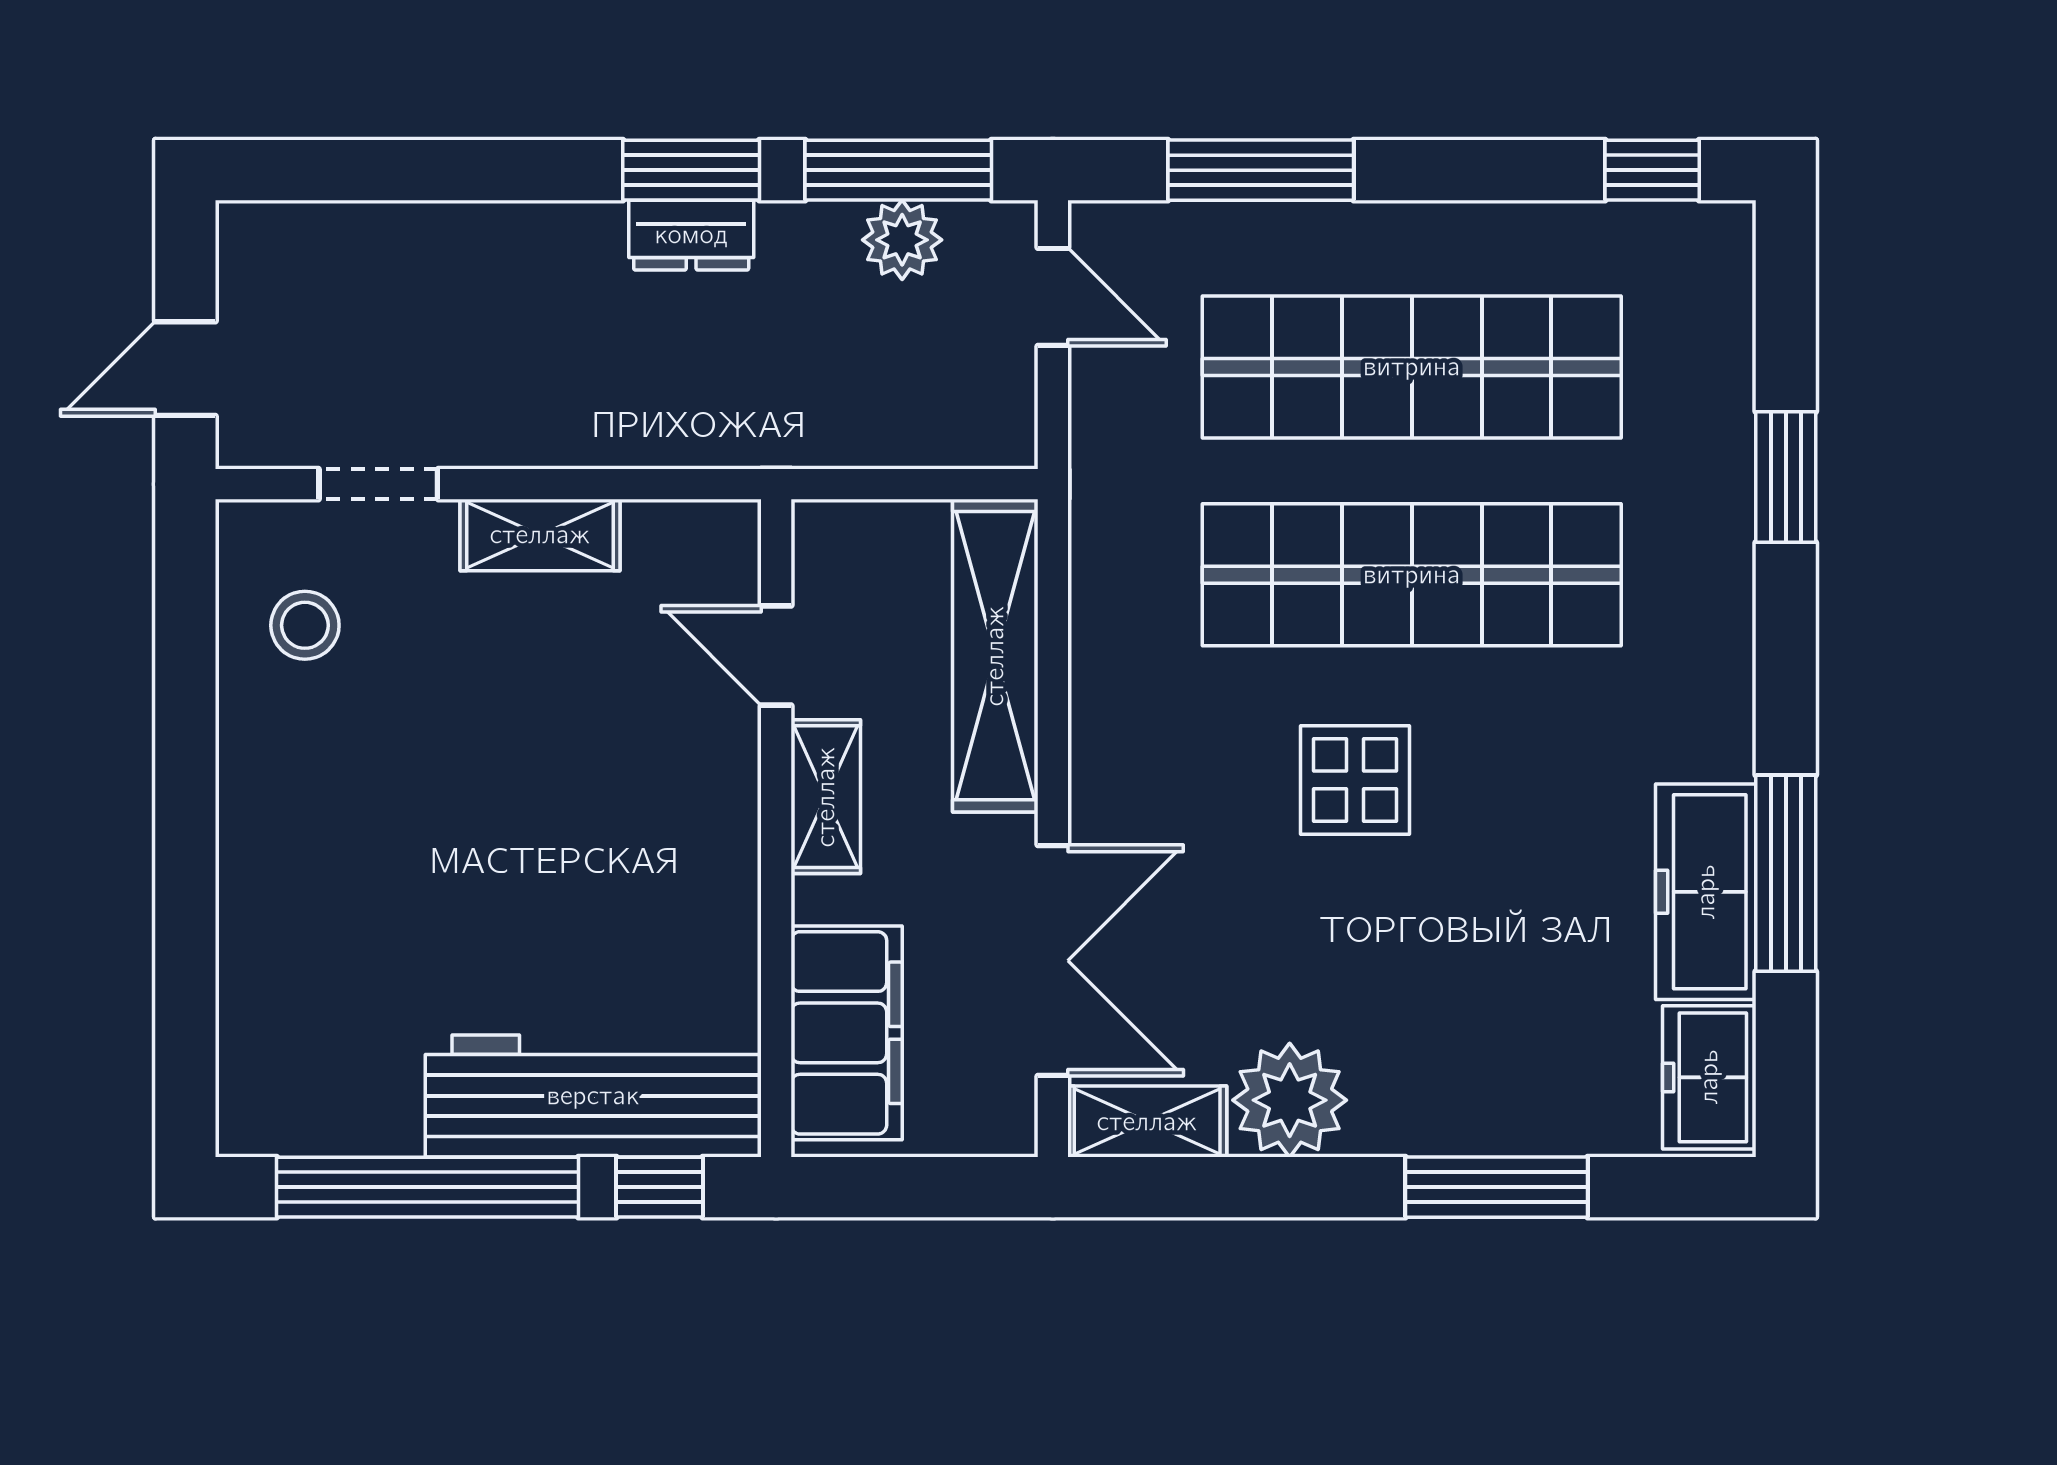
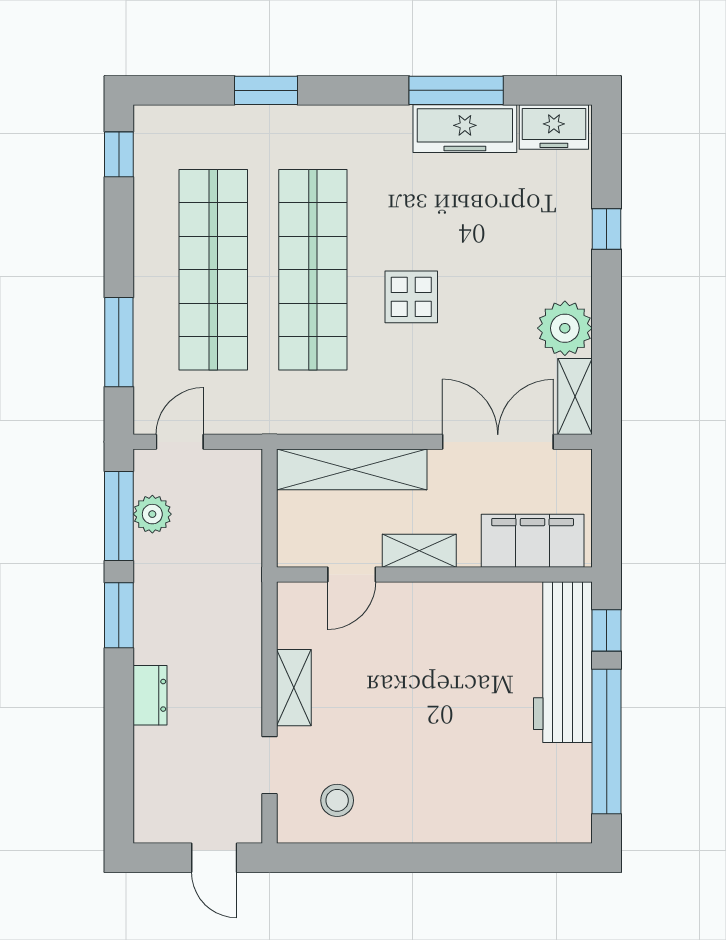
dresser: (691, 235) -> (150, 695), moved
window: (1496, 1187) -> (607, 229), width x0.46

